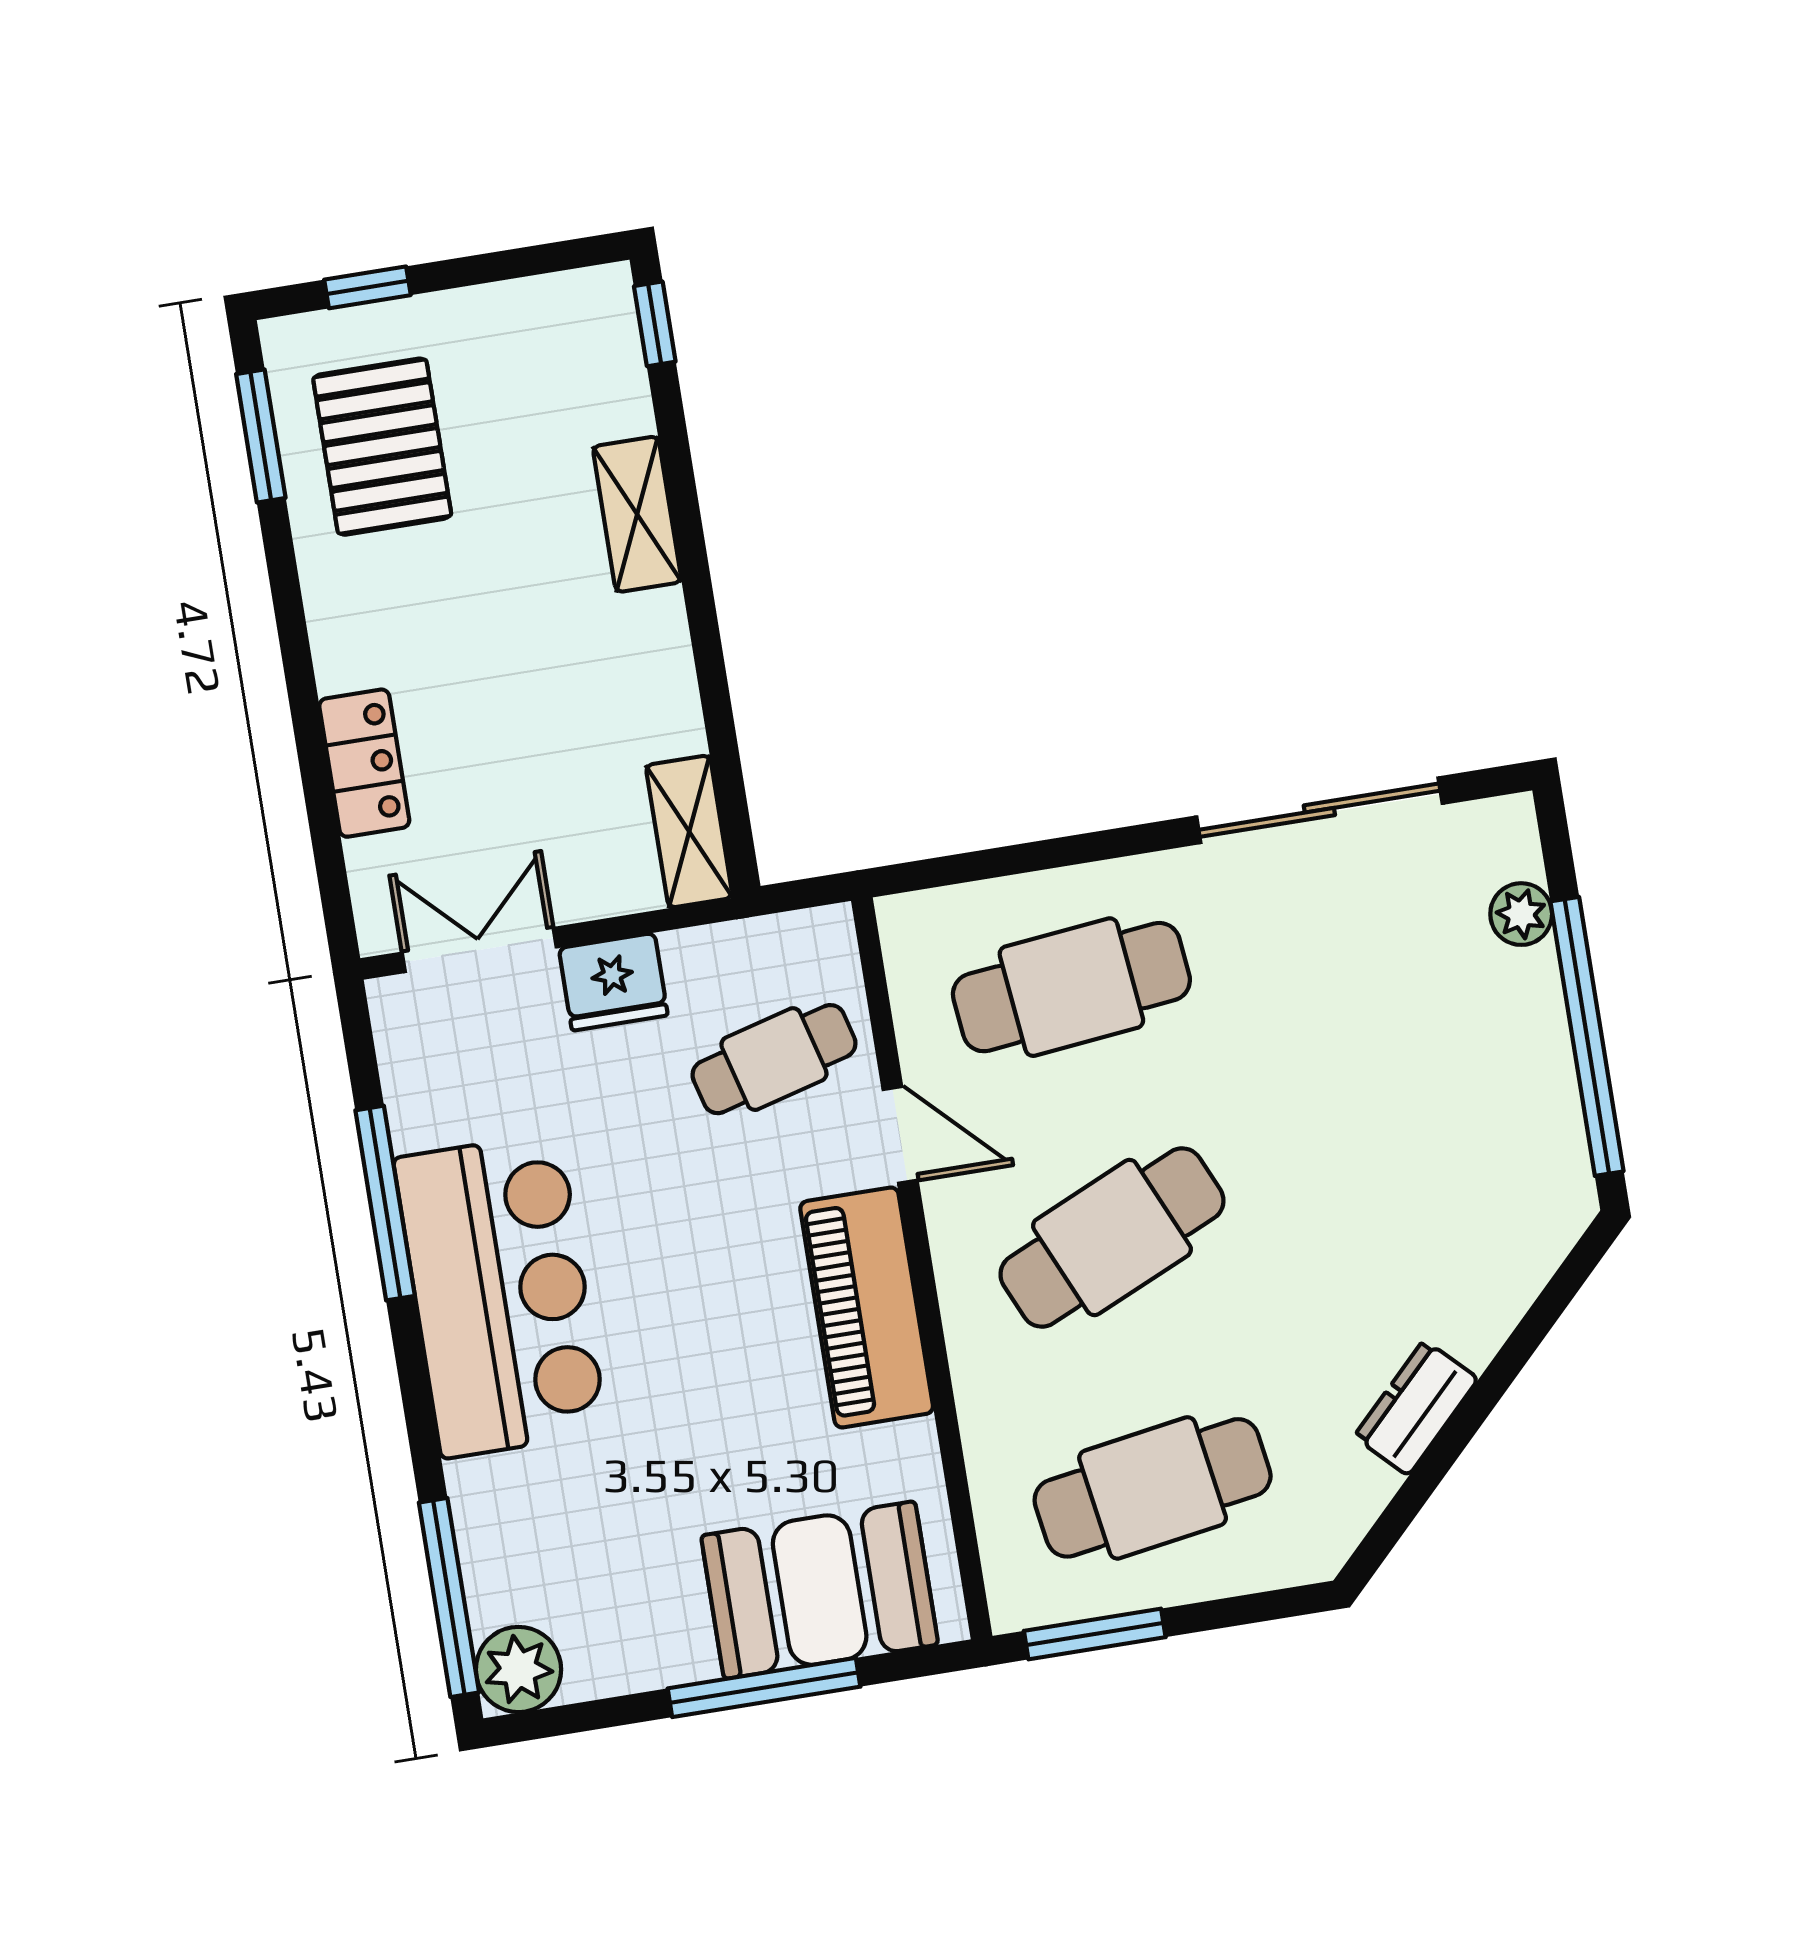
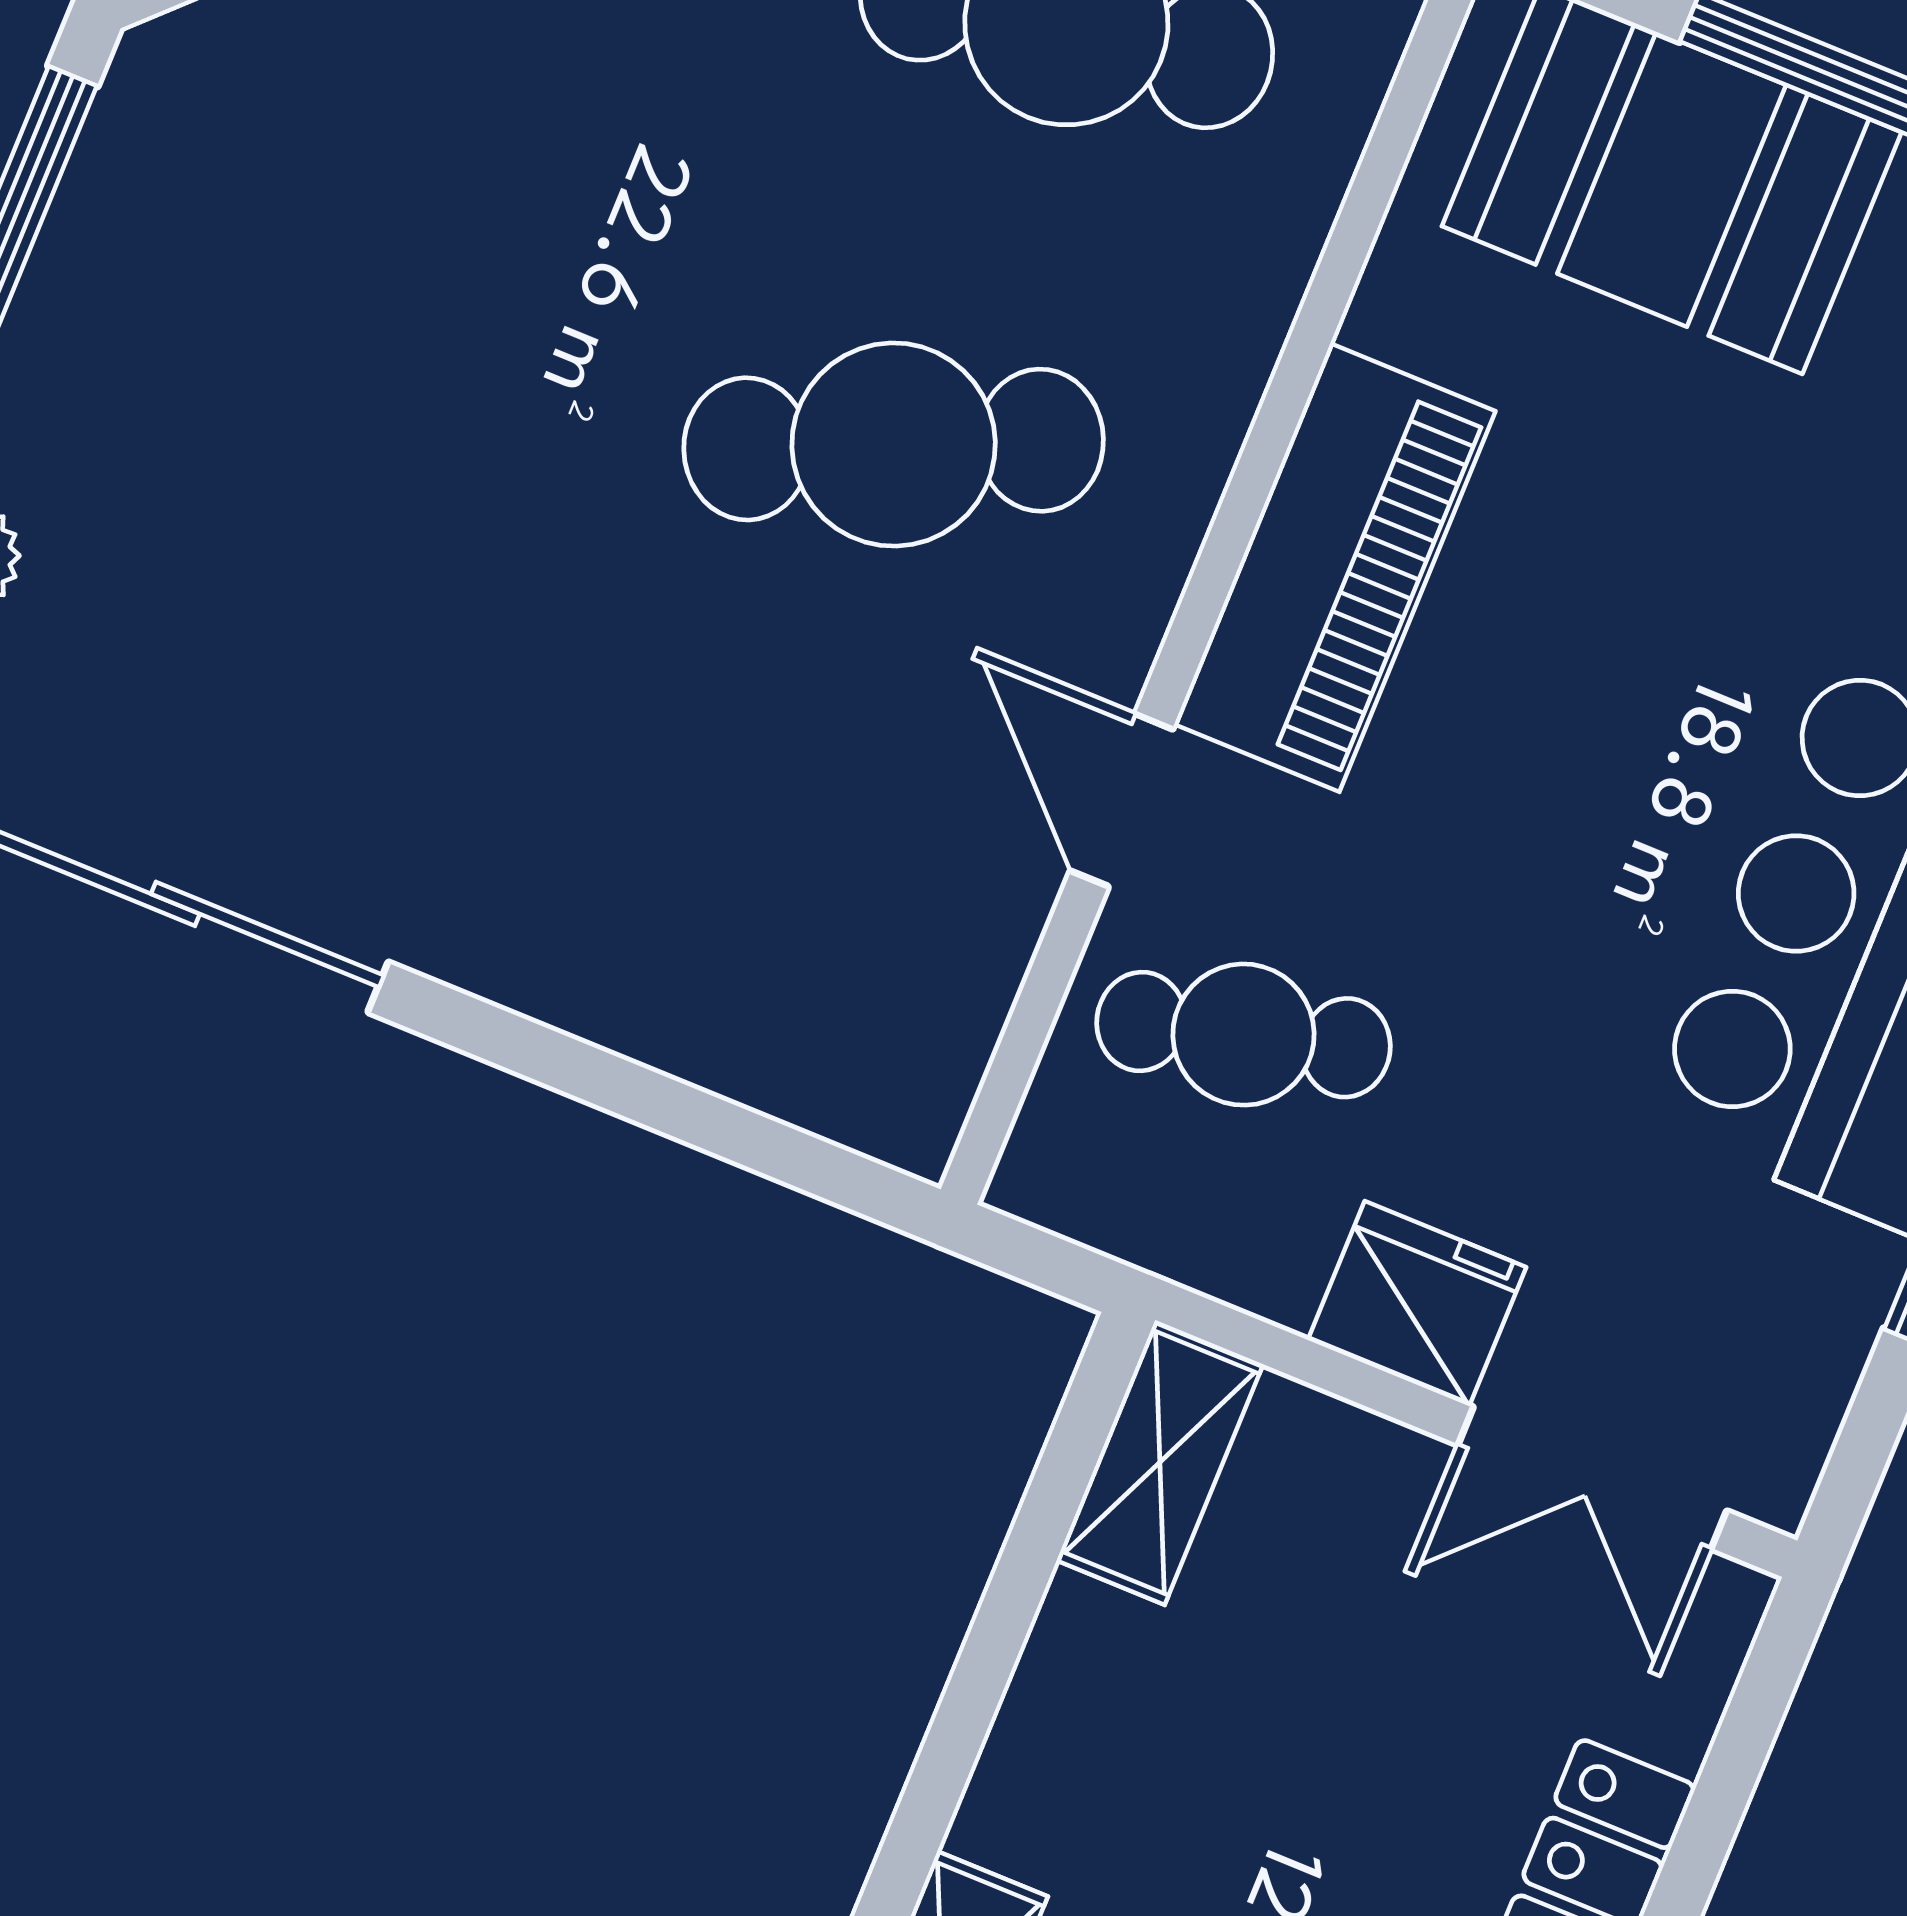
cafe table: (1071, 987) -> (721, 866), removed

